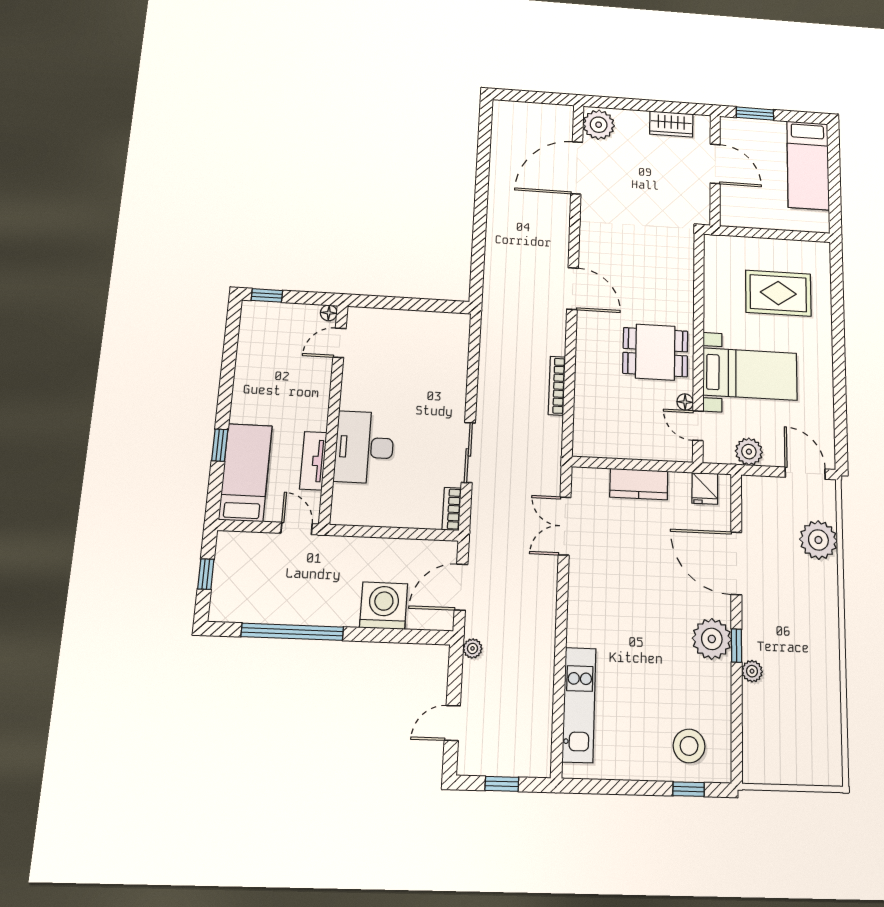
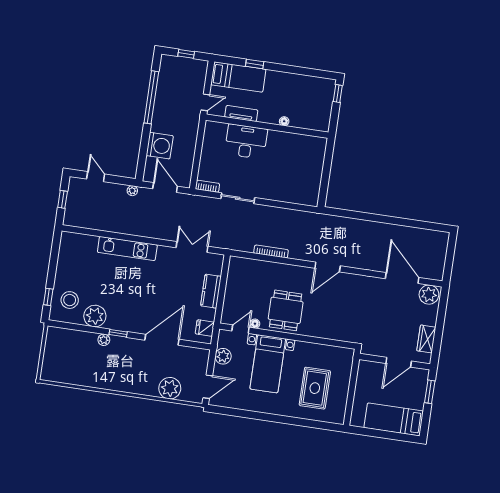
floor lamp: (329, 313) -> (284, 121), moved
door: (340, 343) -> (307, 132), removed
plant: (712, 639) -> (95, 316), moved
kitchen unit: (579, 705) -> (127, 249), moved

